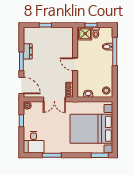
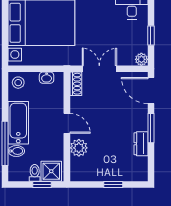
plant: (68, 49) -> (79, 148), added
bathtub: (106, 65) -> (18, 123), added

